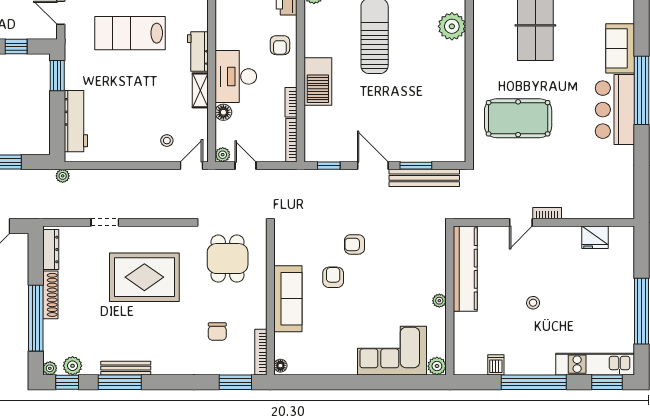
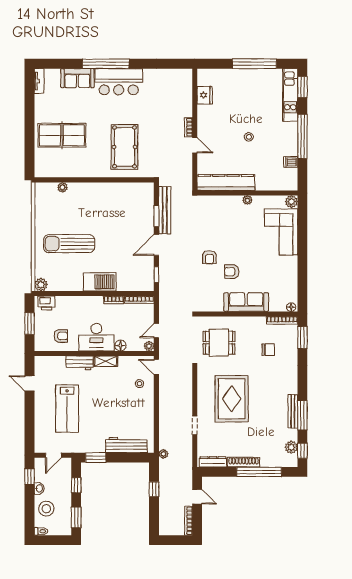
plant: (452, 26) -> (63, 187), width x0.53, depth x0.53
armchair: (280, 45) -> (61, 336), moved
plant: (50, 368) -> (293, 462), removed

